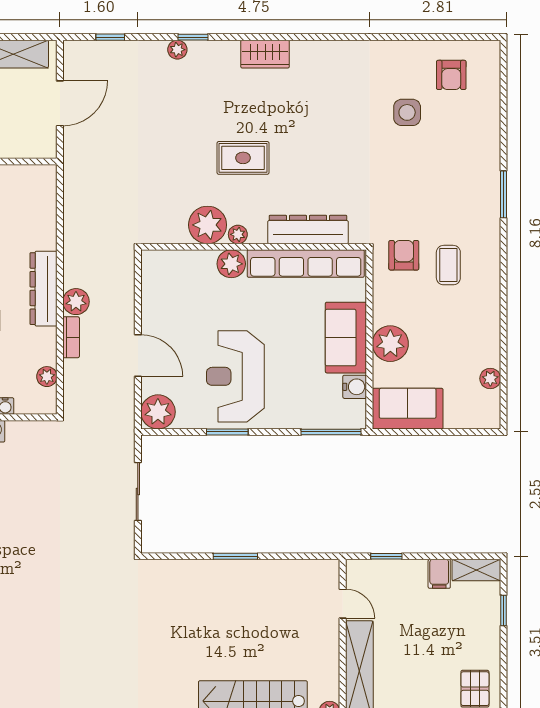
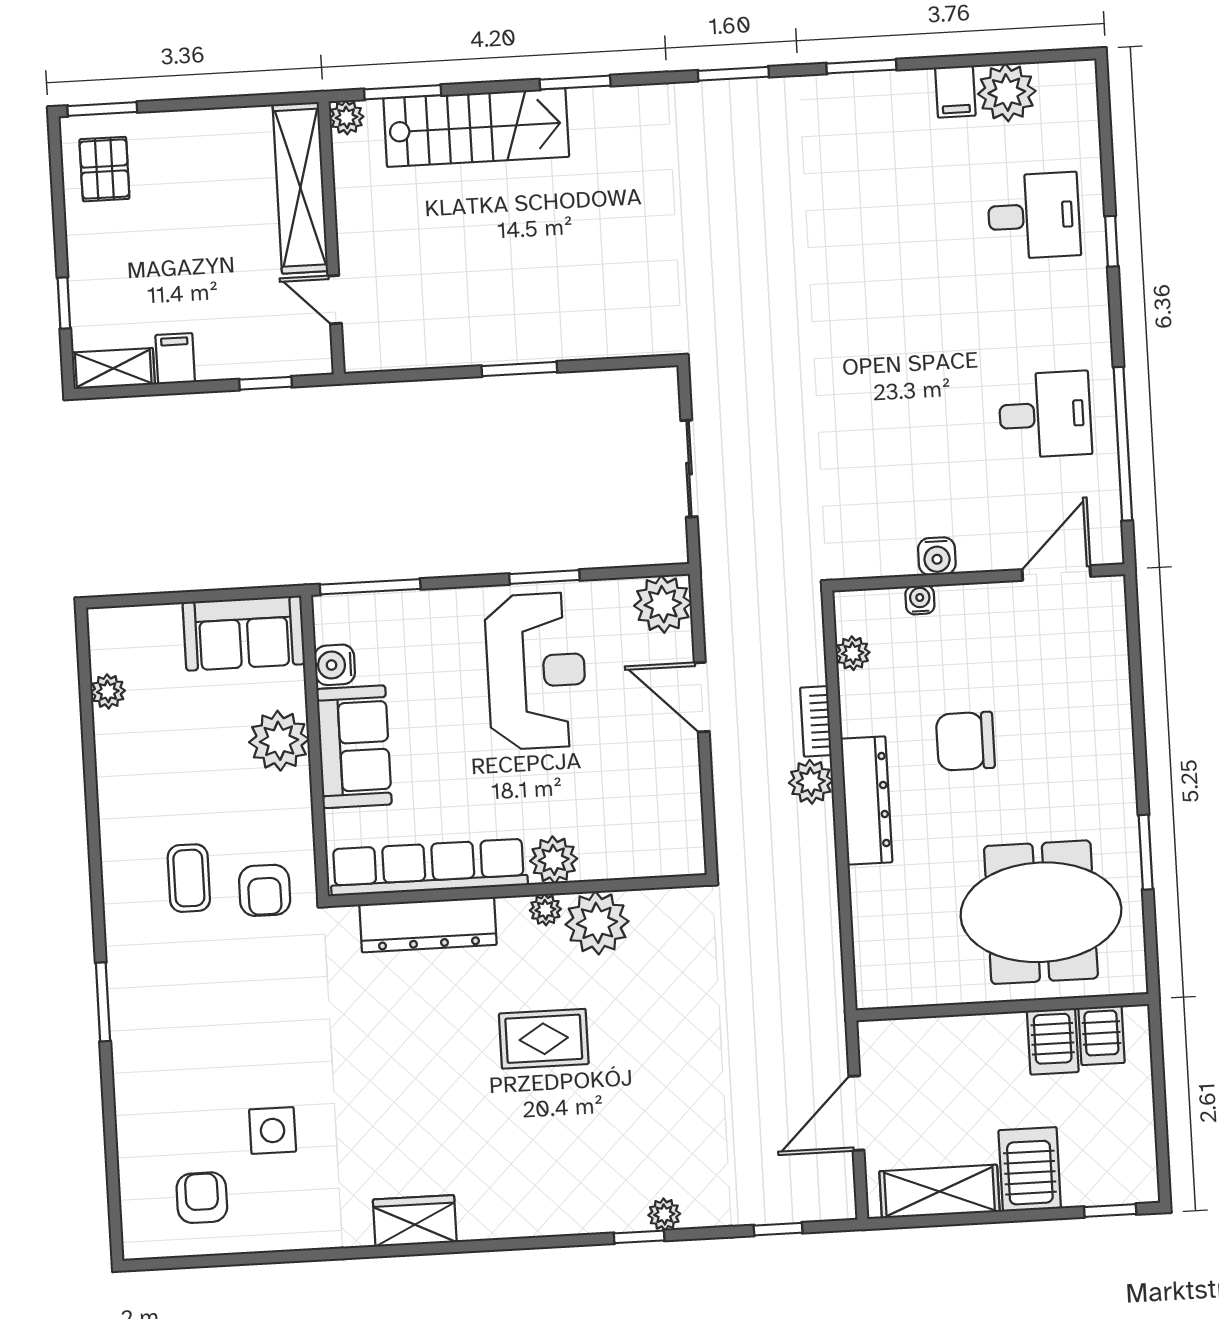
wardrobe: (265, 54) -> (415, 1221), moved

